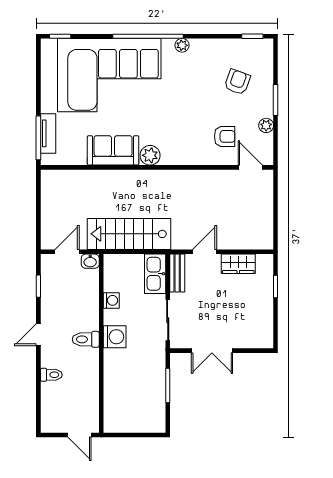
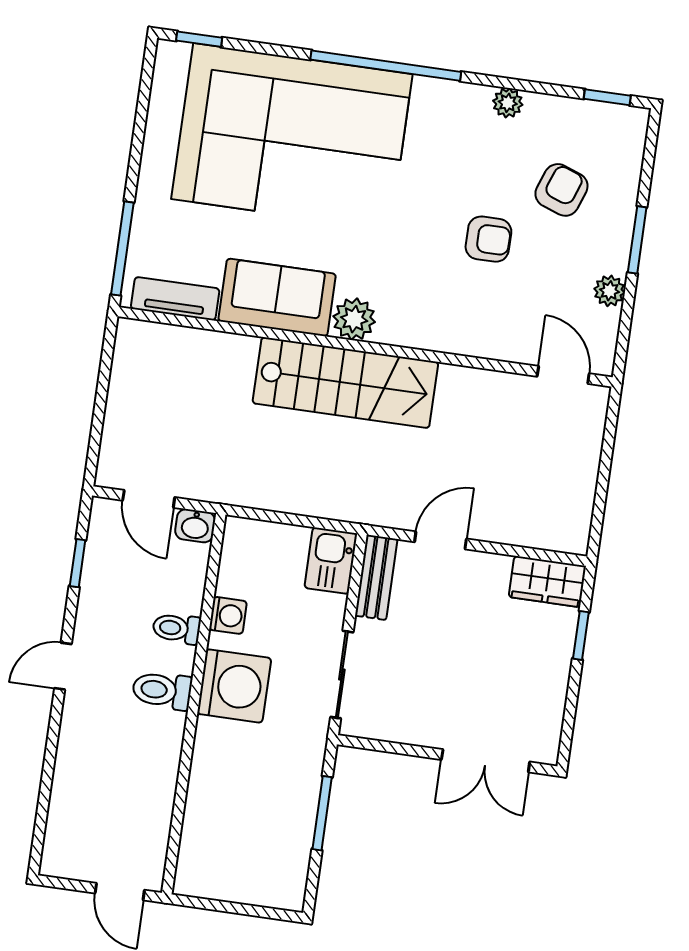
plant: (182, 45) -> (508, 103), moved
tv unit: (48, 133) -> (175, 299), moved, turned -90
armchair: (225, 136) -> (488, 239), moved
stairs: (129, 234) -> (345, 383), moved, turned 180
door: (67, 252) -> (149, 499), swing flipped
wardrobe: (238, 264) -> (547, 581), moved
kitchen sink: (155, 274) -> (331, 561), width x0.73
washing machine: (115, 337) -> (234, 686), width x1.37, depth x1.37
double door: (212, 351) -> (486, 761), moved
toilet: (51, 375) -> (177, 628), moved, turned 180

